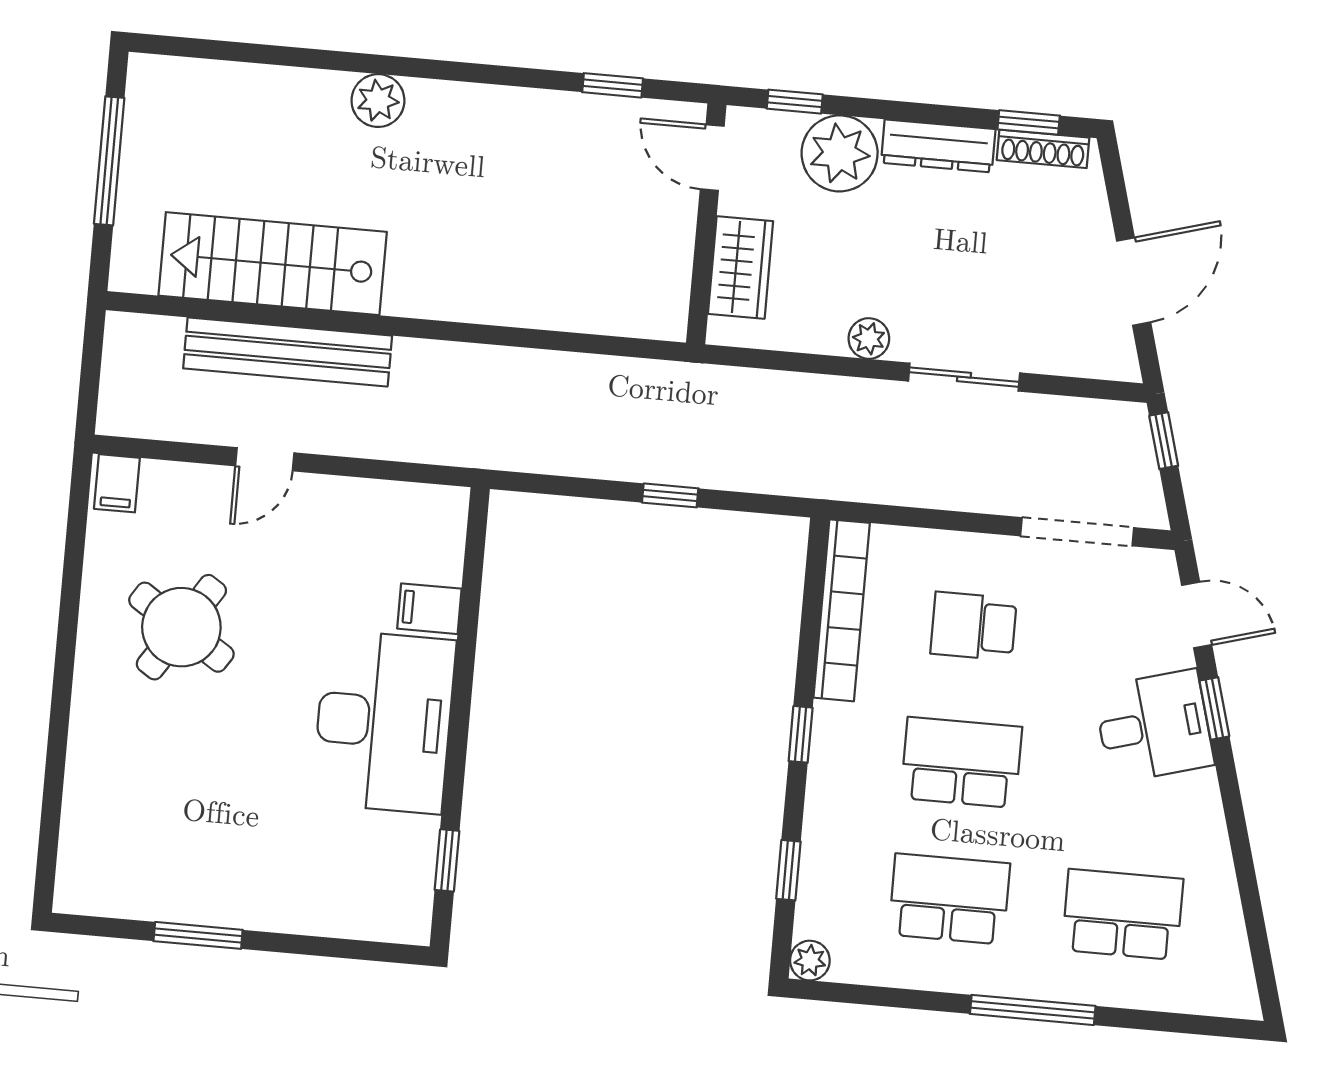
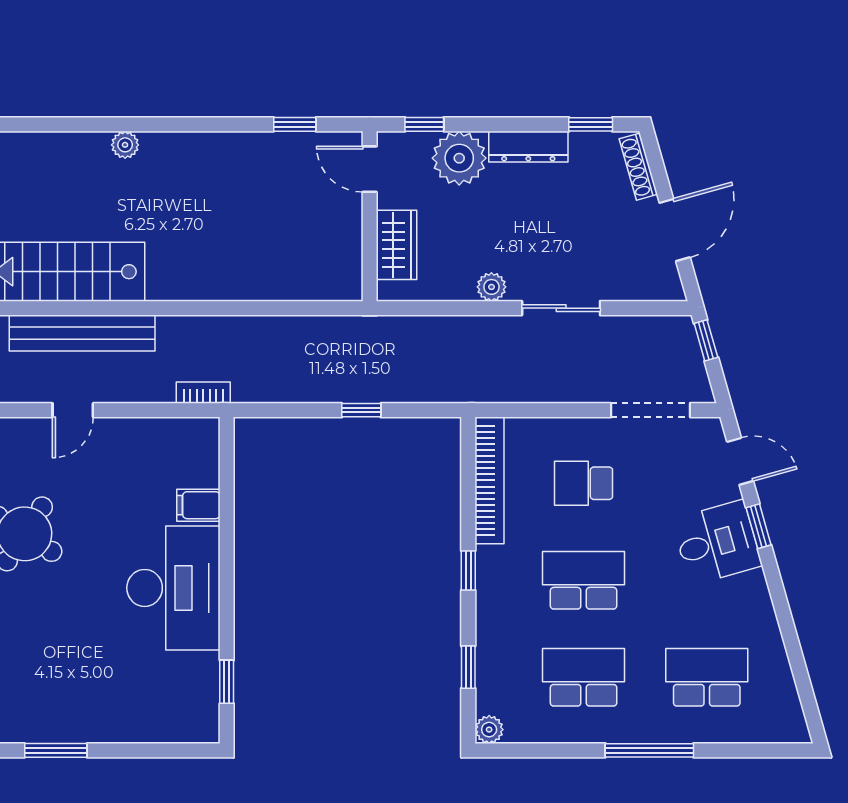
plant: (378, 101) -> (125, 145), width x0.73, depth x0.73
shoe rack: (1043, 149) -> (638, 167), moved, turned 74
bookcase: (450, 451) -> (203, 393), added

